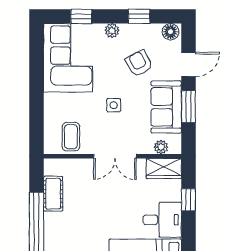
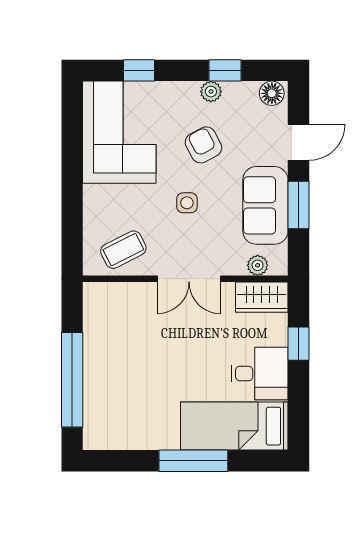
plant: (112, 31) -> (211, 92), moved
armchair: (139, 63) -> (203, 145), moved
coffee table: (71, 137) -> (123, 250), turned 63
cot: (53, 194) -> (97, 335), removed

